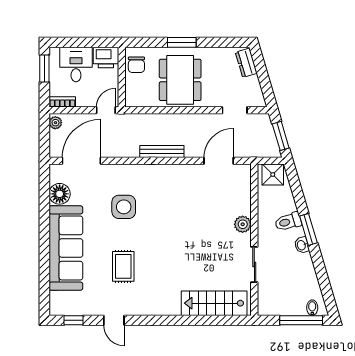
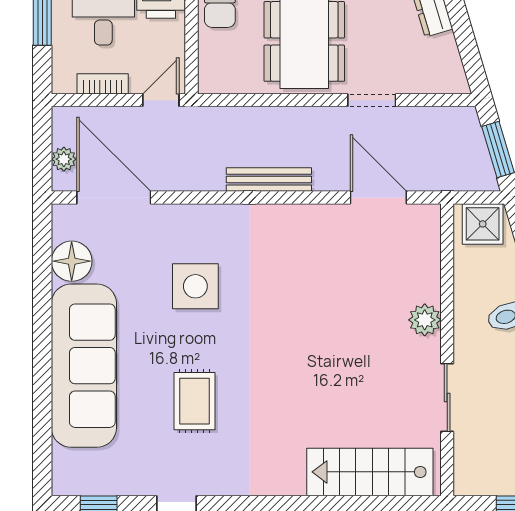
bookcase: (62, 102) -> (103, 84), moved
doorway: (235, 110) -> (372, 100), moved
plant: (55, 123) -> (64, 159), moved
door: (81, 161) -> (114, 198), hinge flipped
door: (219, 161) -> (378, 198), hinge flipped

